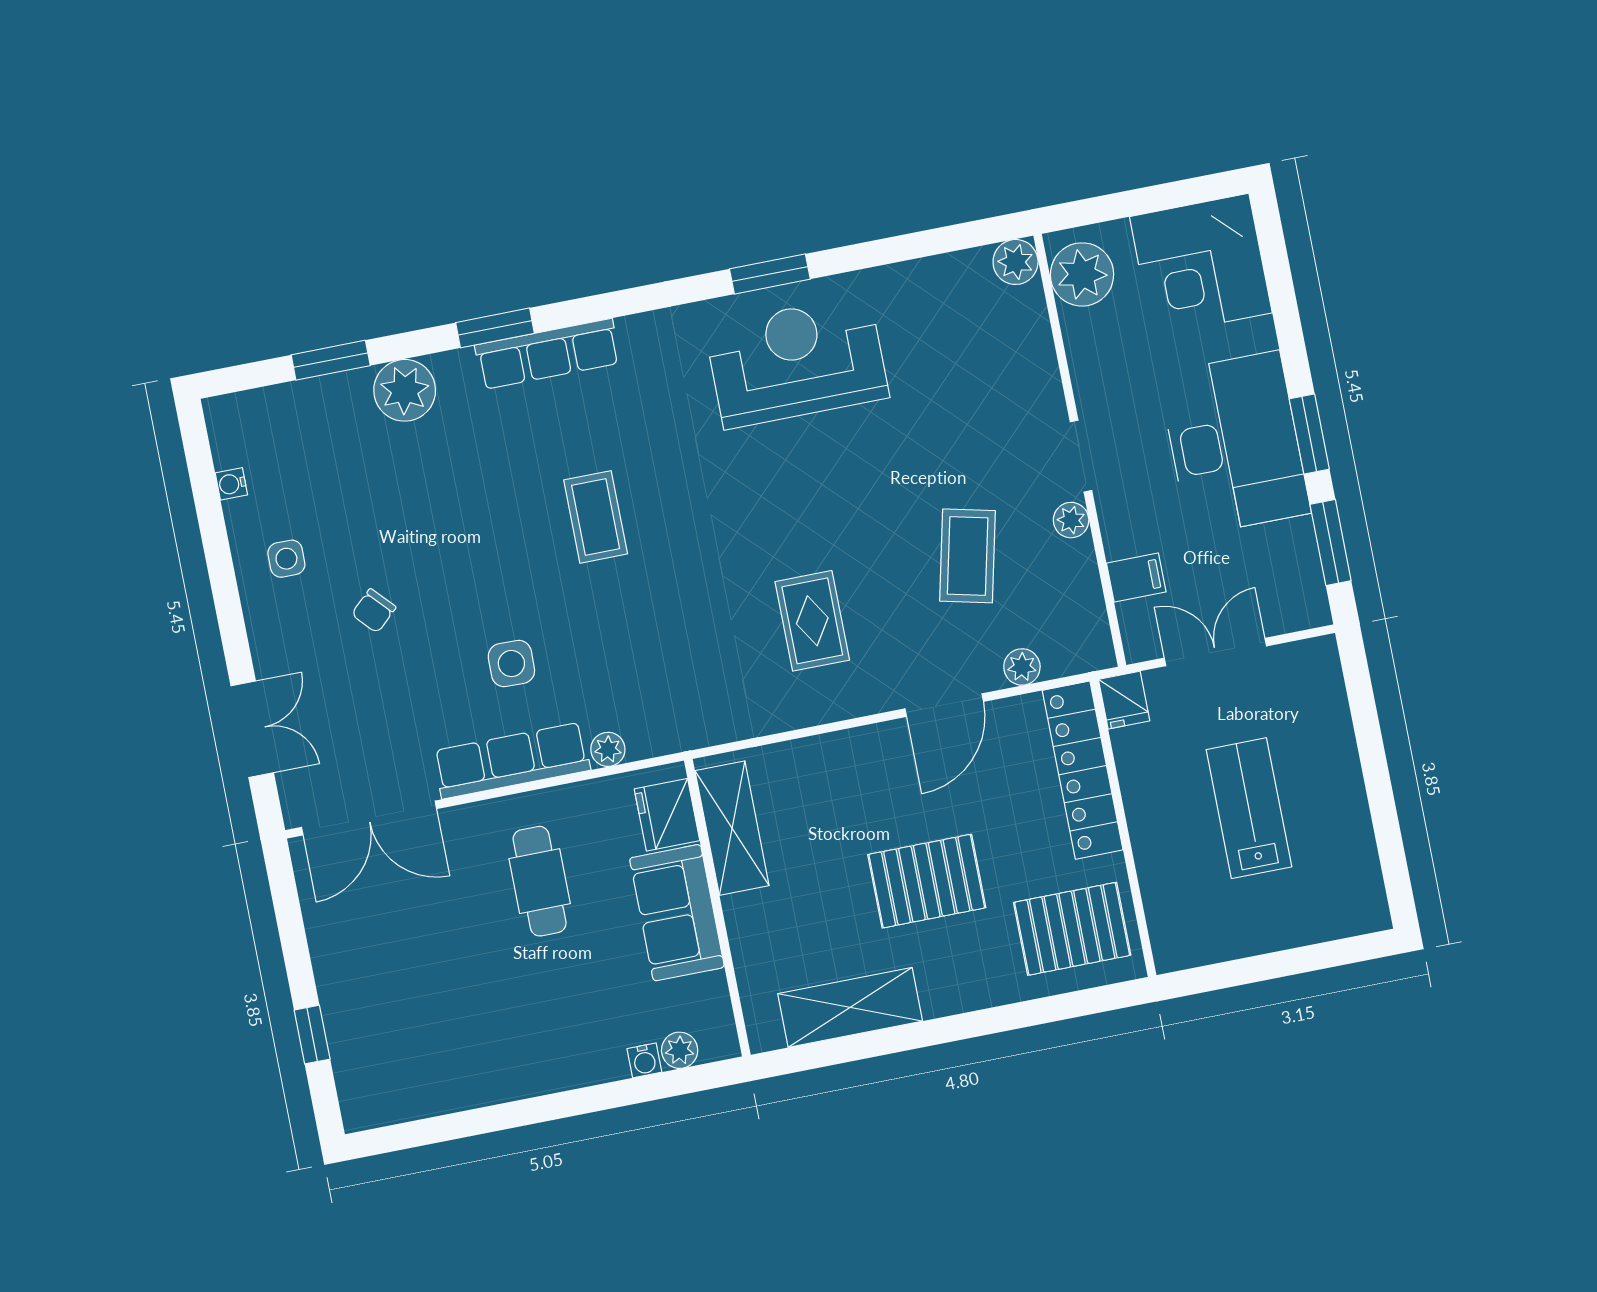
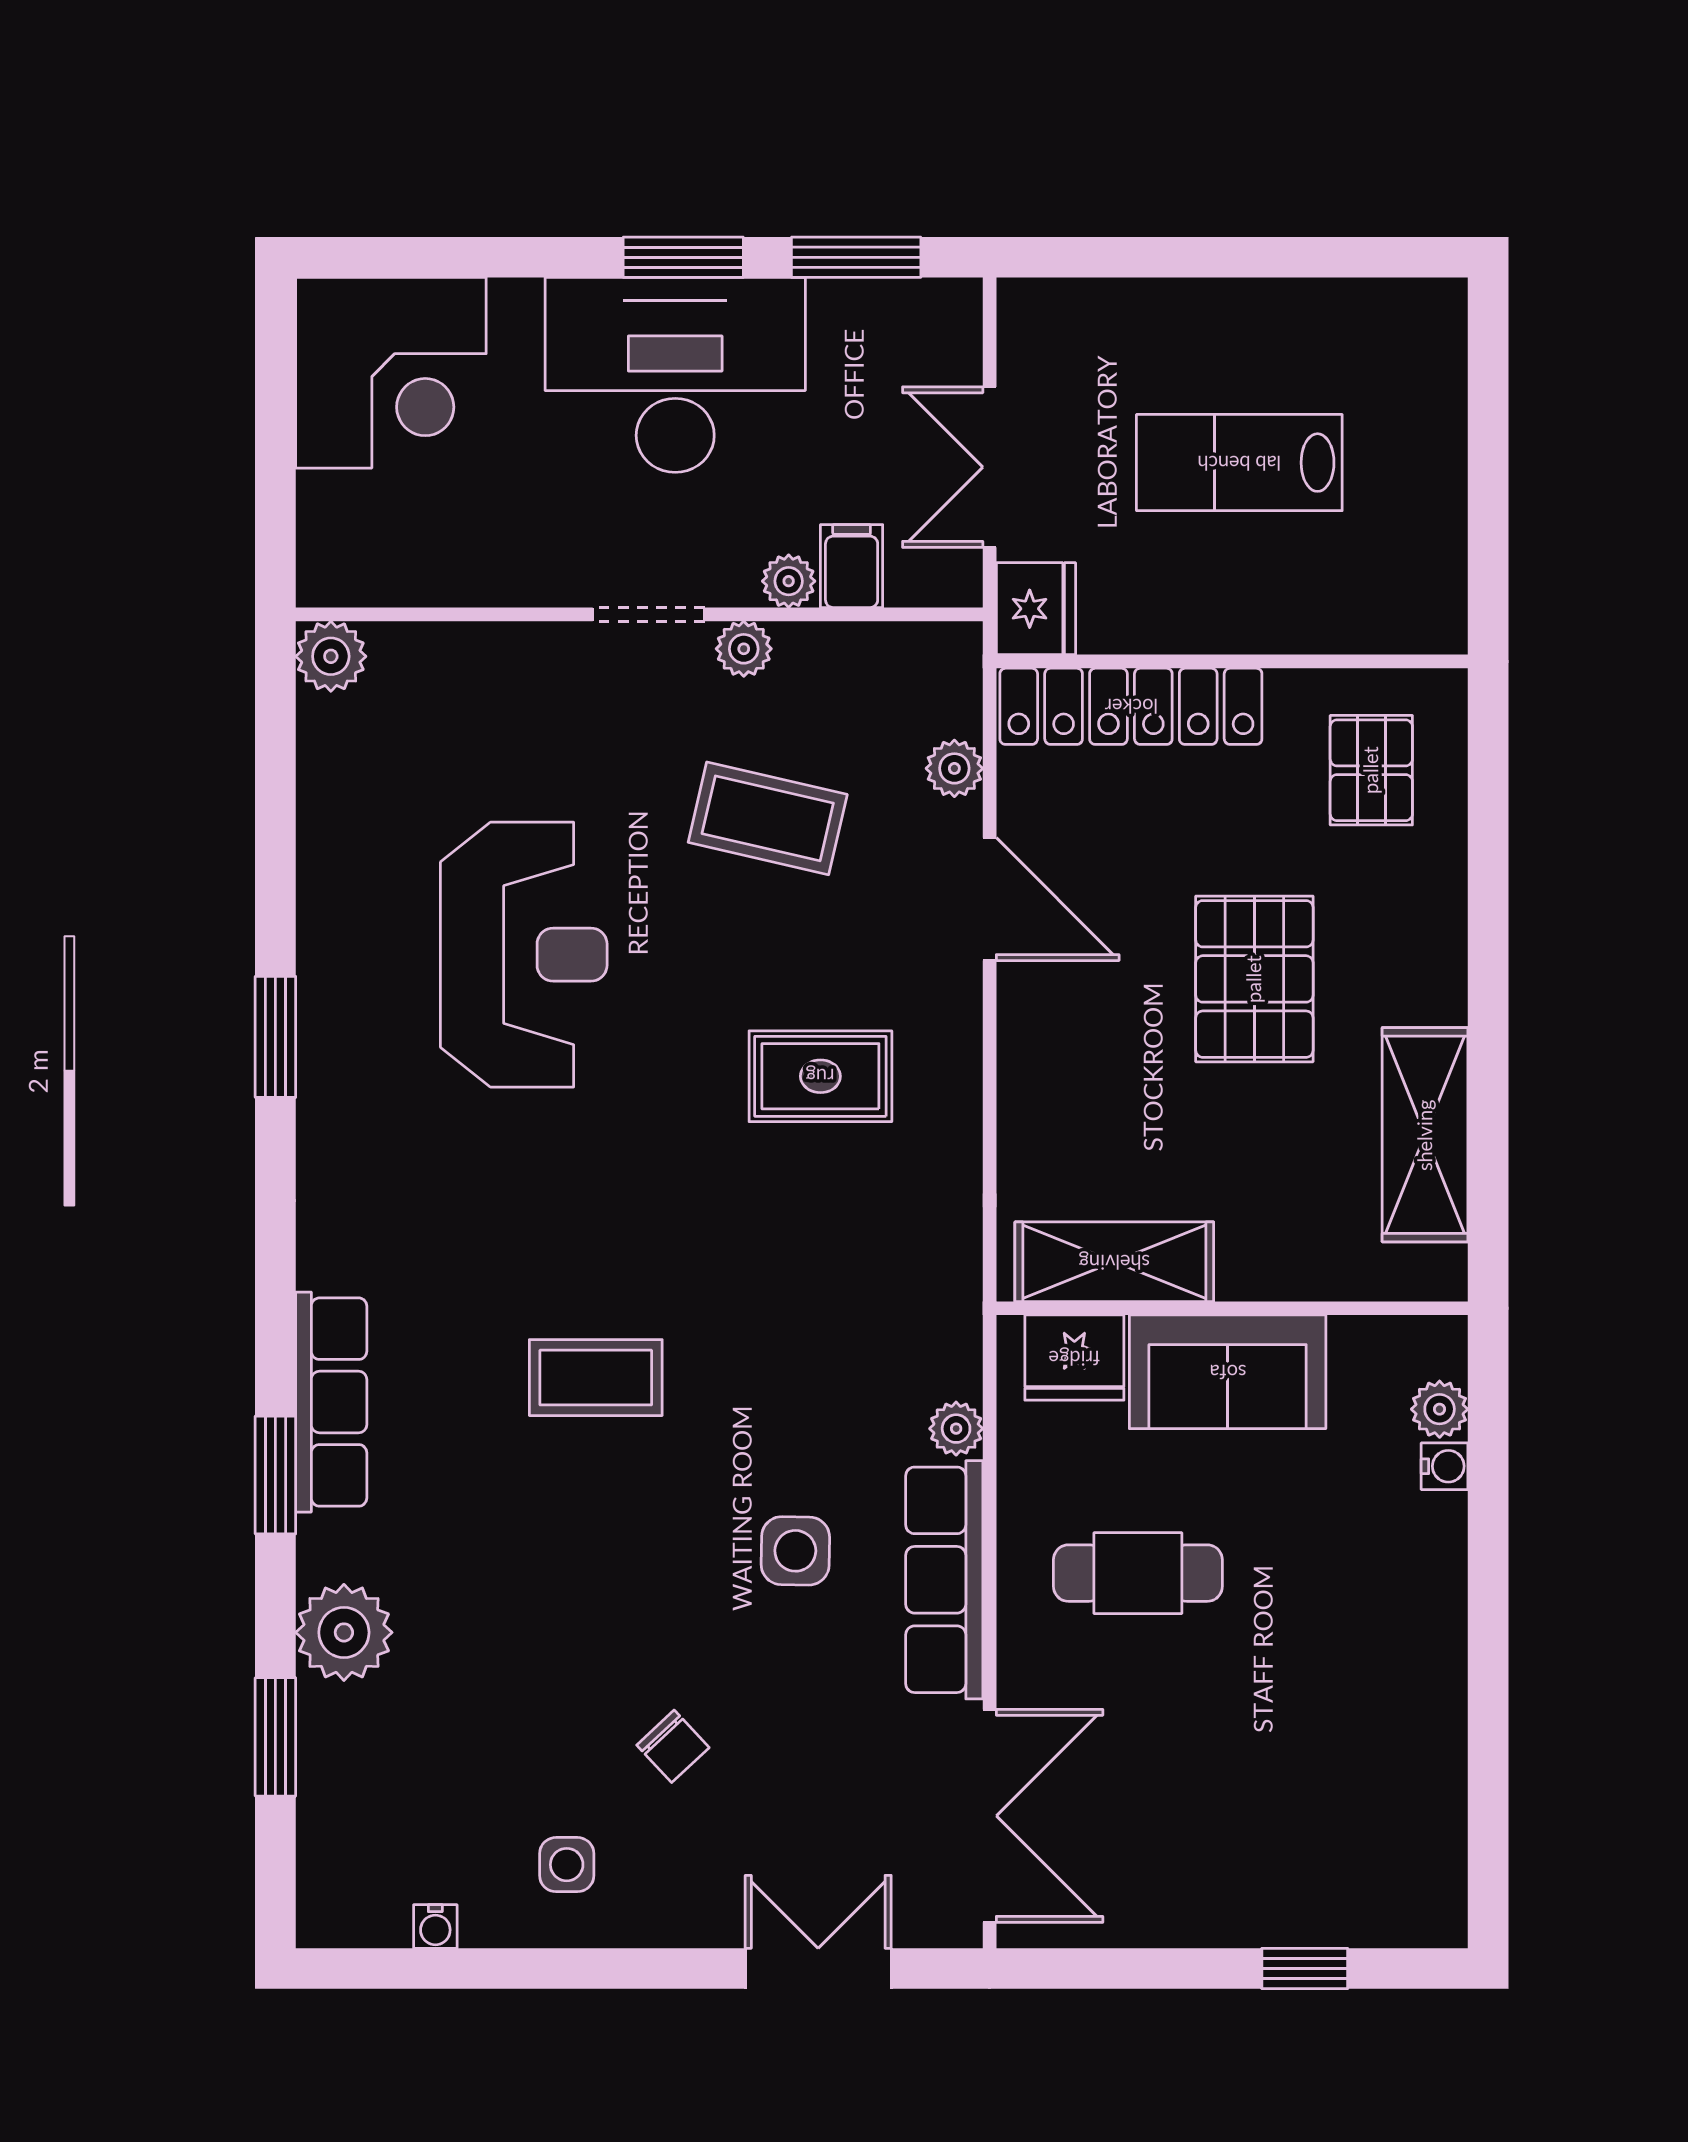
plant: (1082, 274) -> (789, 581), moved, width x0.53, depth x0.53
reception desk: (797, 362) -> (524, 955), moved, turned 180
fridge: (1124, 700) -> (1036, 609), width x1.38
pallet: (1072, 929) -> (1371, 770), width x0.67, depth x0.71

